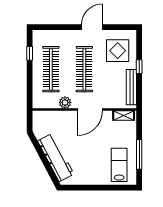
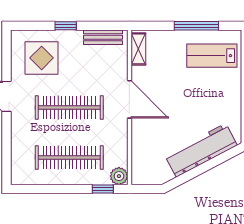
window: (30, 53) -> (103, 189), moved
bench: (131, 87) -> (103, 37), width x0.73
plant: (65, 102) -> (119, 176), moved

